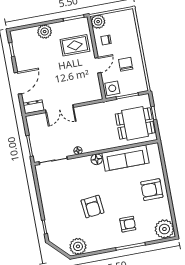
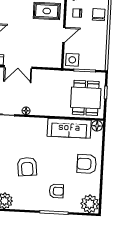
chair: (126, 64) -> (99, 15), moved
dining table: (135, 123) -> (86, 98), turned 90
floor lamp: (97, 159) -> (97, 126), moved

